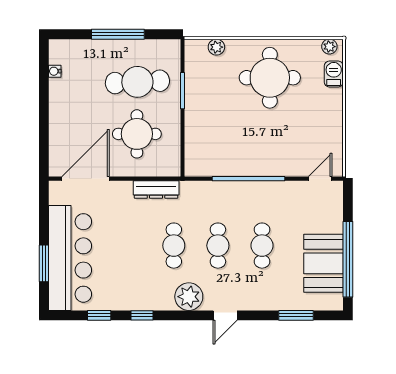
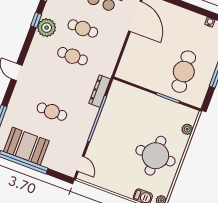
round table: (137, 134) -> (151, 59), removed
dresser: (156, 189) -> (100, 91), moved
cafe table: (218, 246) -> (83, 28), moved
plant: (189, 297) -> (47, 28), moved

